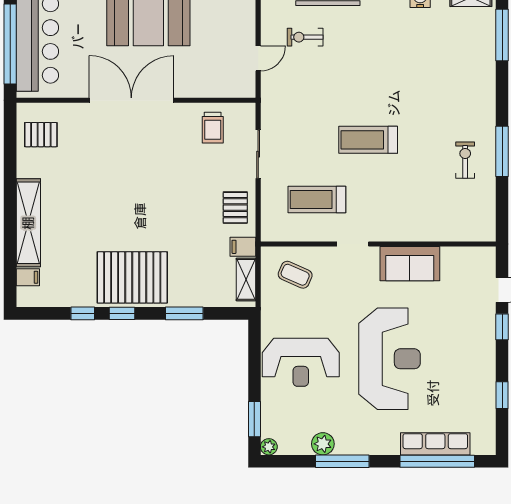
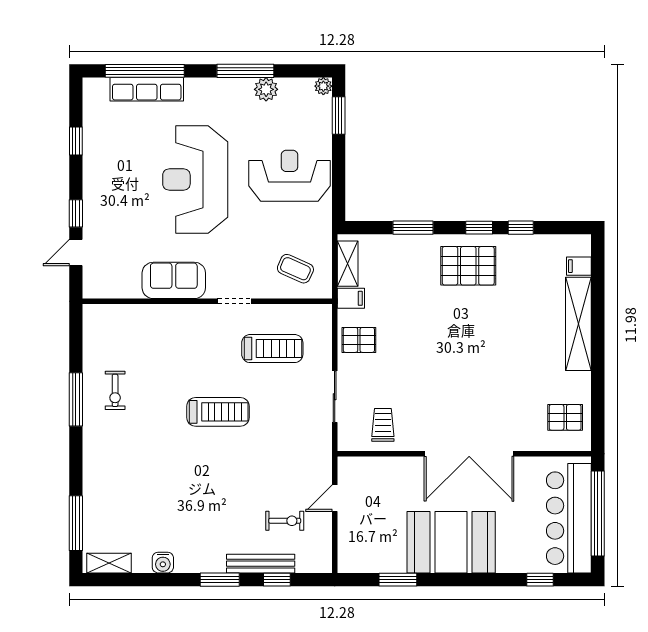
pallet: (235, 208) -> (359, 340), turned 90
pallet: (132, 277) -> (468, 266), width x0.73, depth x0.71

